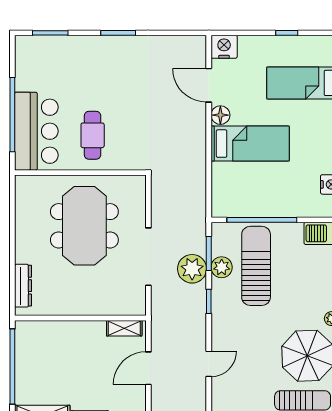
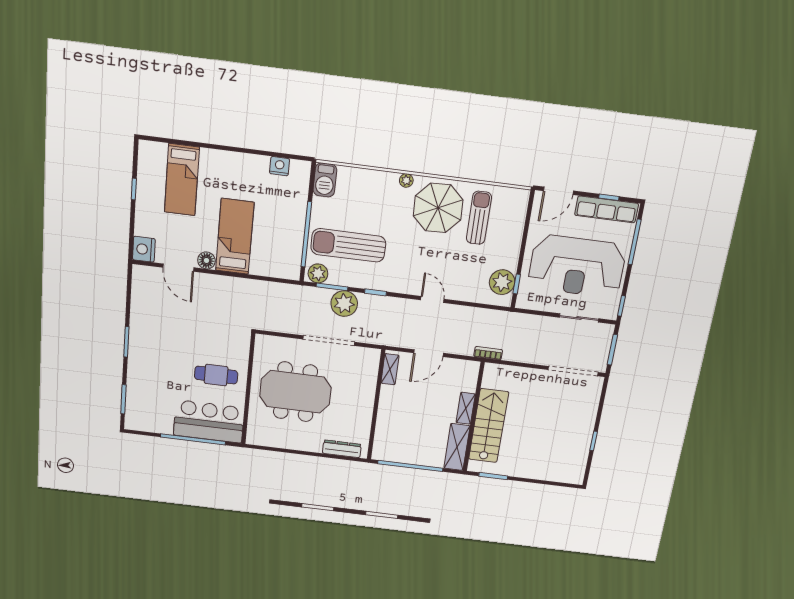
door: (209, 85) -> (178, 268), hinge flipped
plant: (222, 267) -> (318, 273), moved
door: (148, 368) -> (429, 353), hinge flipped

